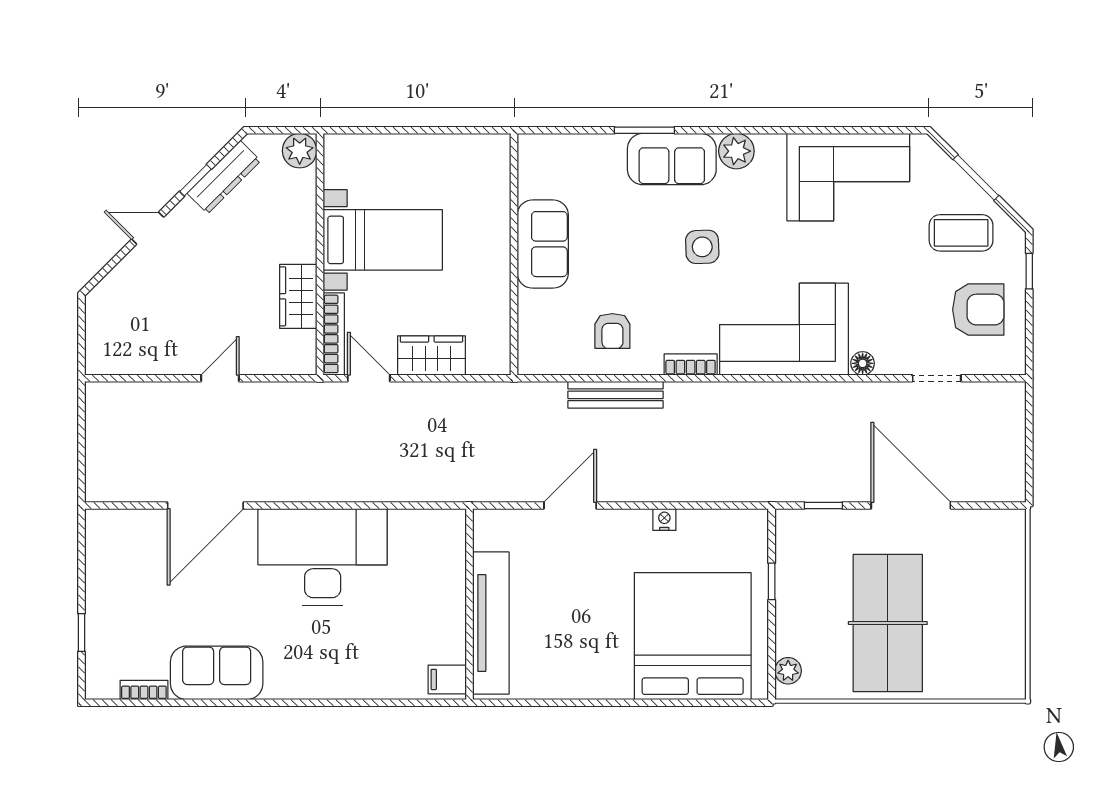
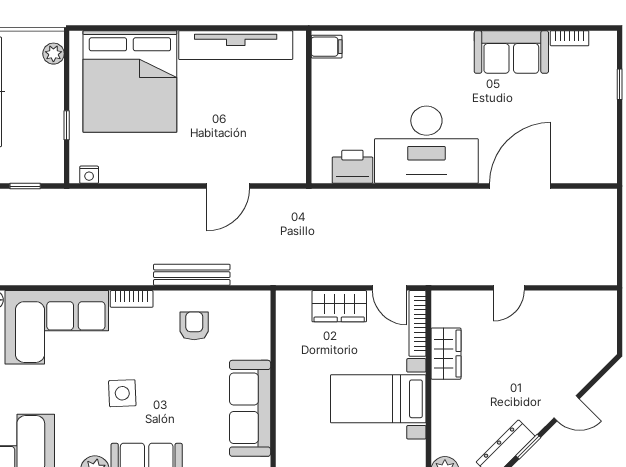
sofa: (543, 244) -> (250, 408), width x1.36
nightstand: (664, 520) -> (89, 175), moved
printer: (415, 529) -> (352, 167), added
tv unit: (491, 623) -> (236, 45), moved, turned -90

